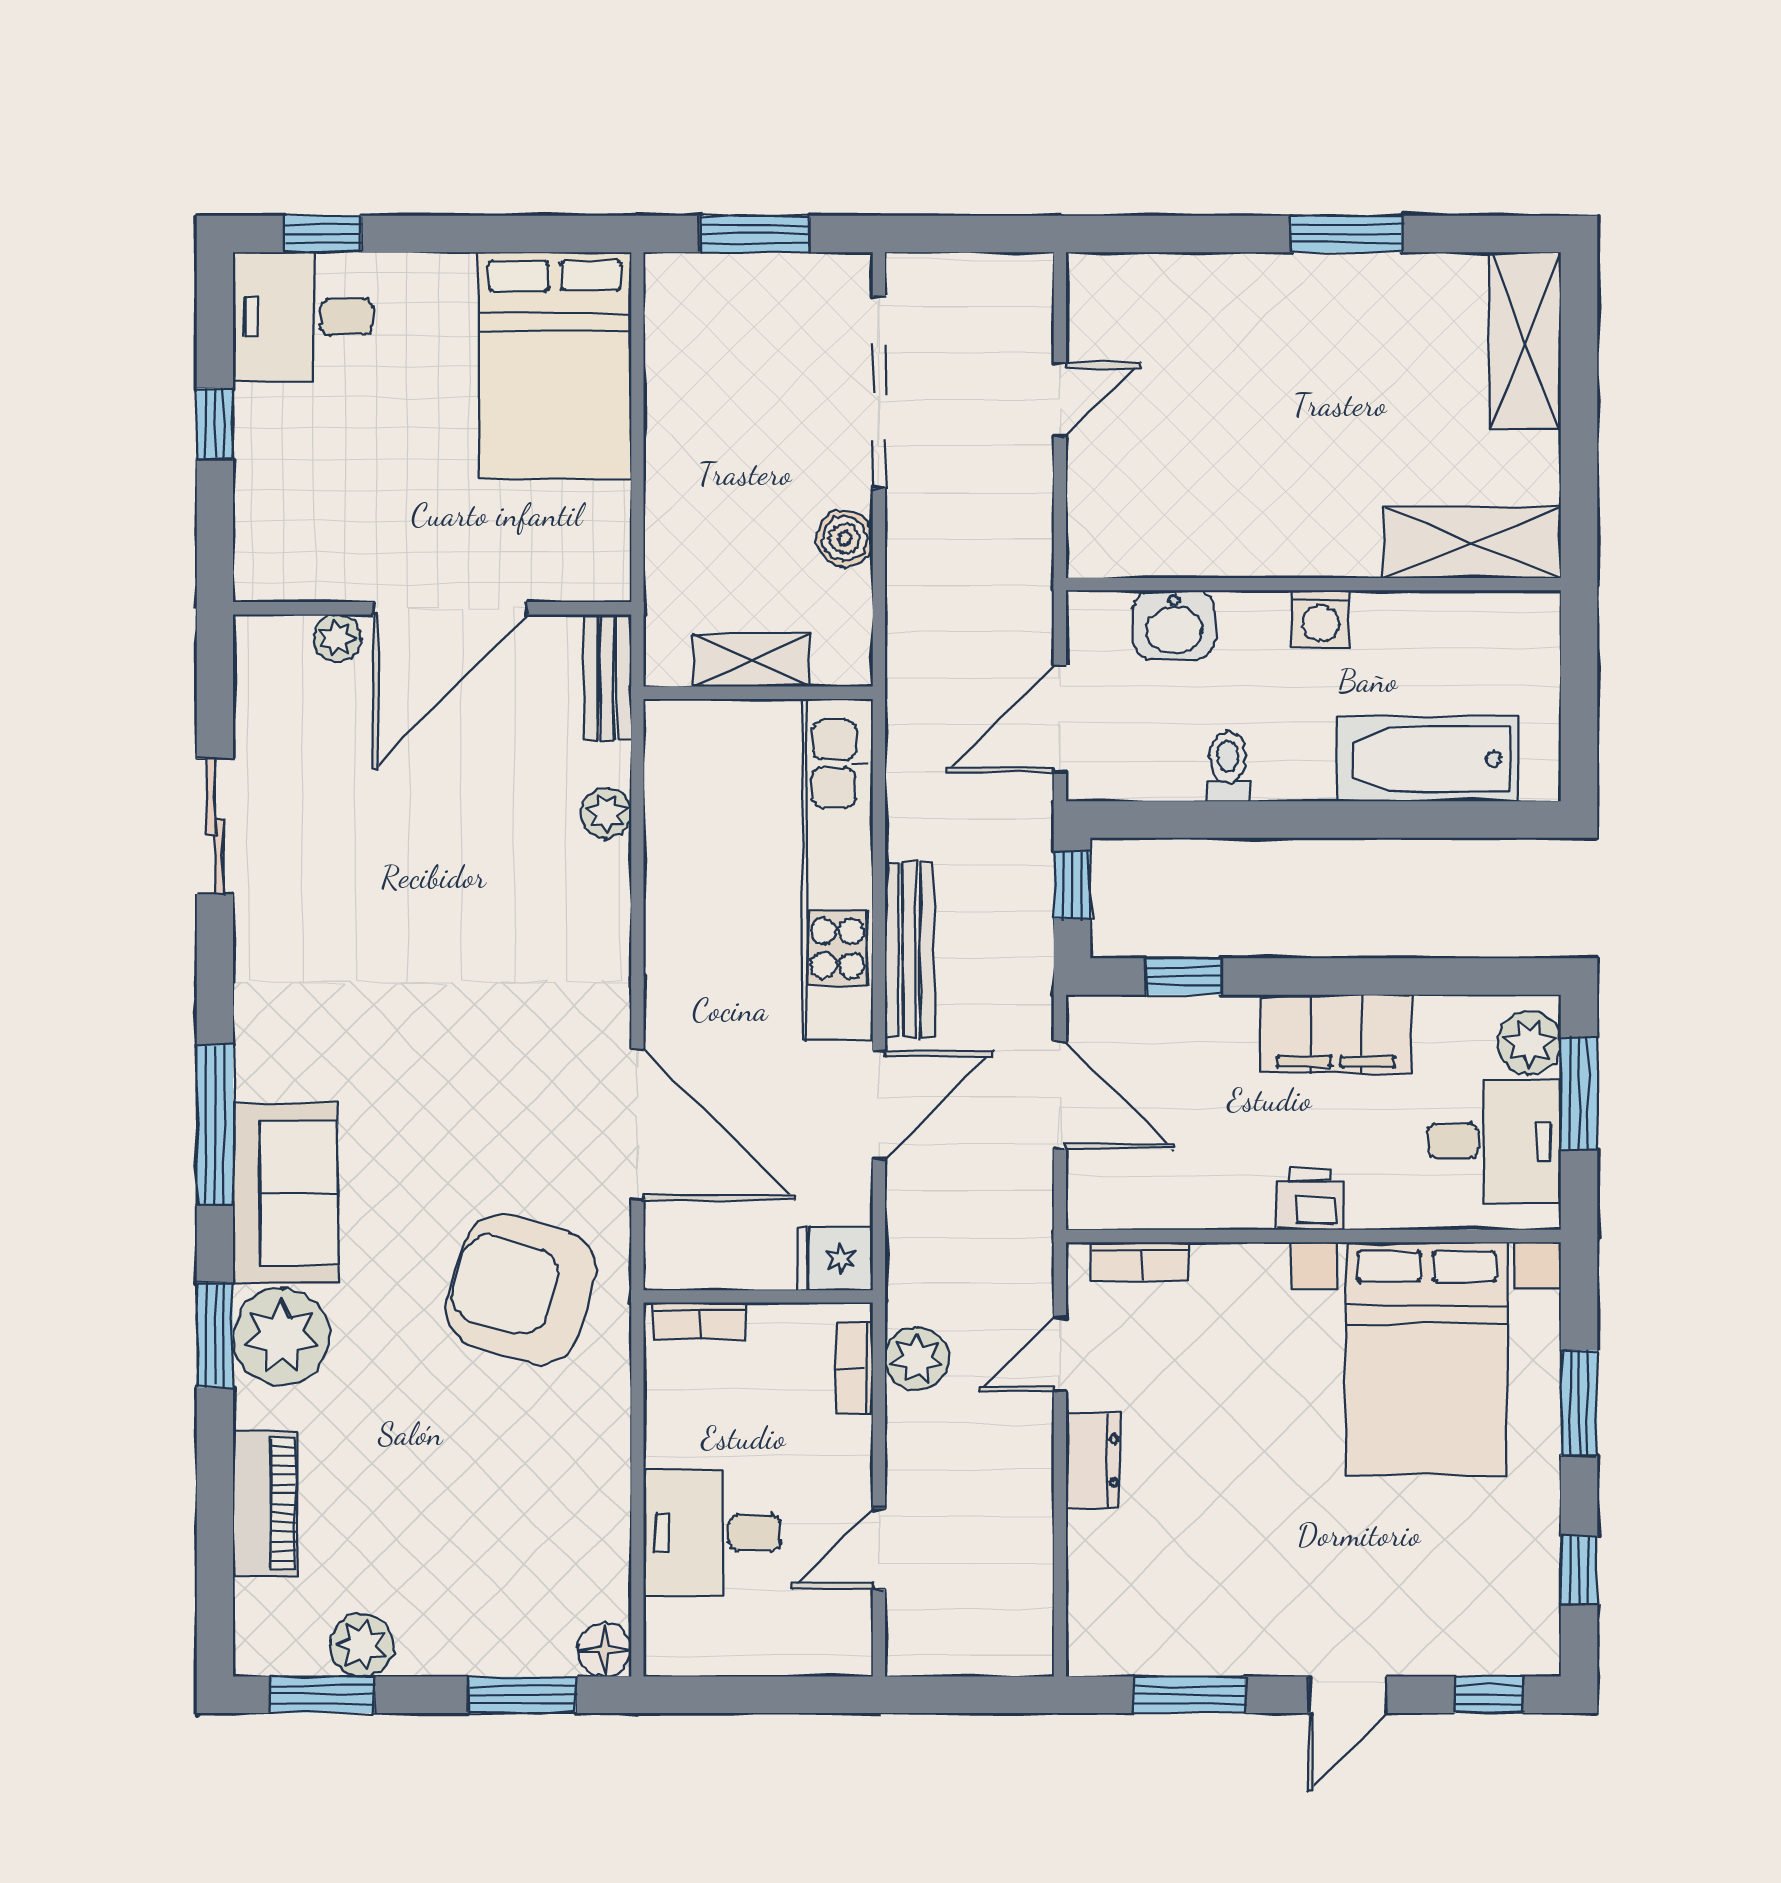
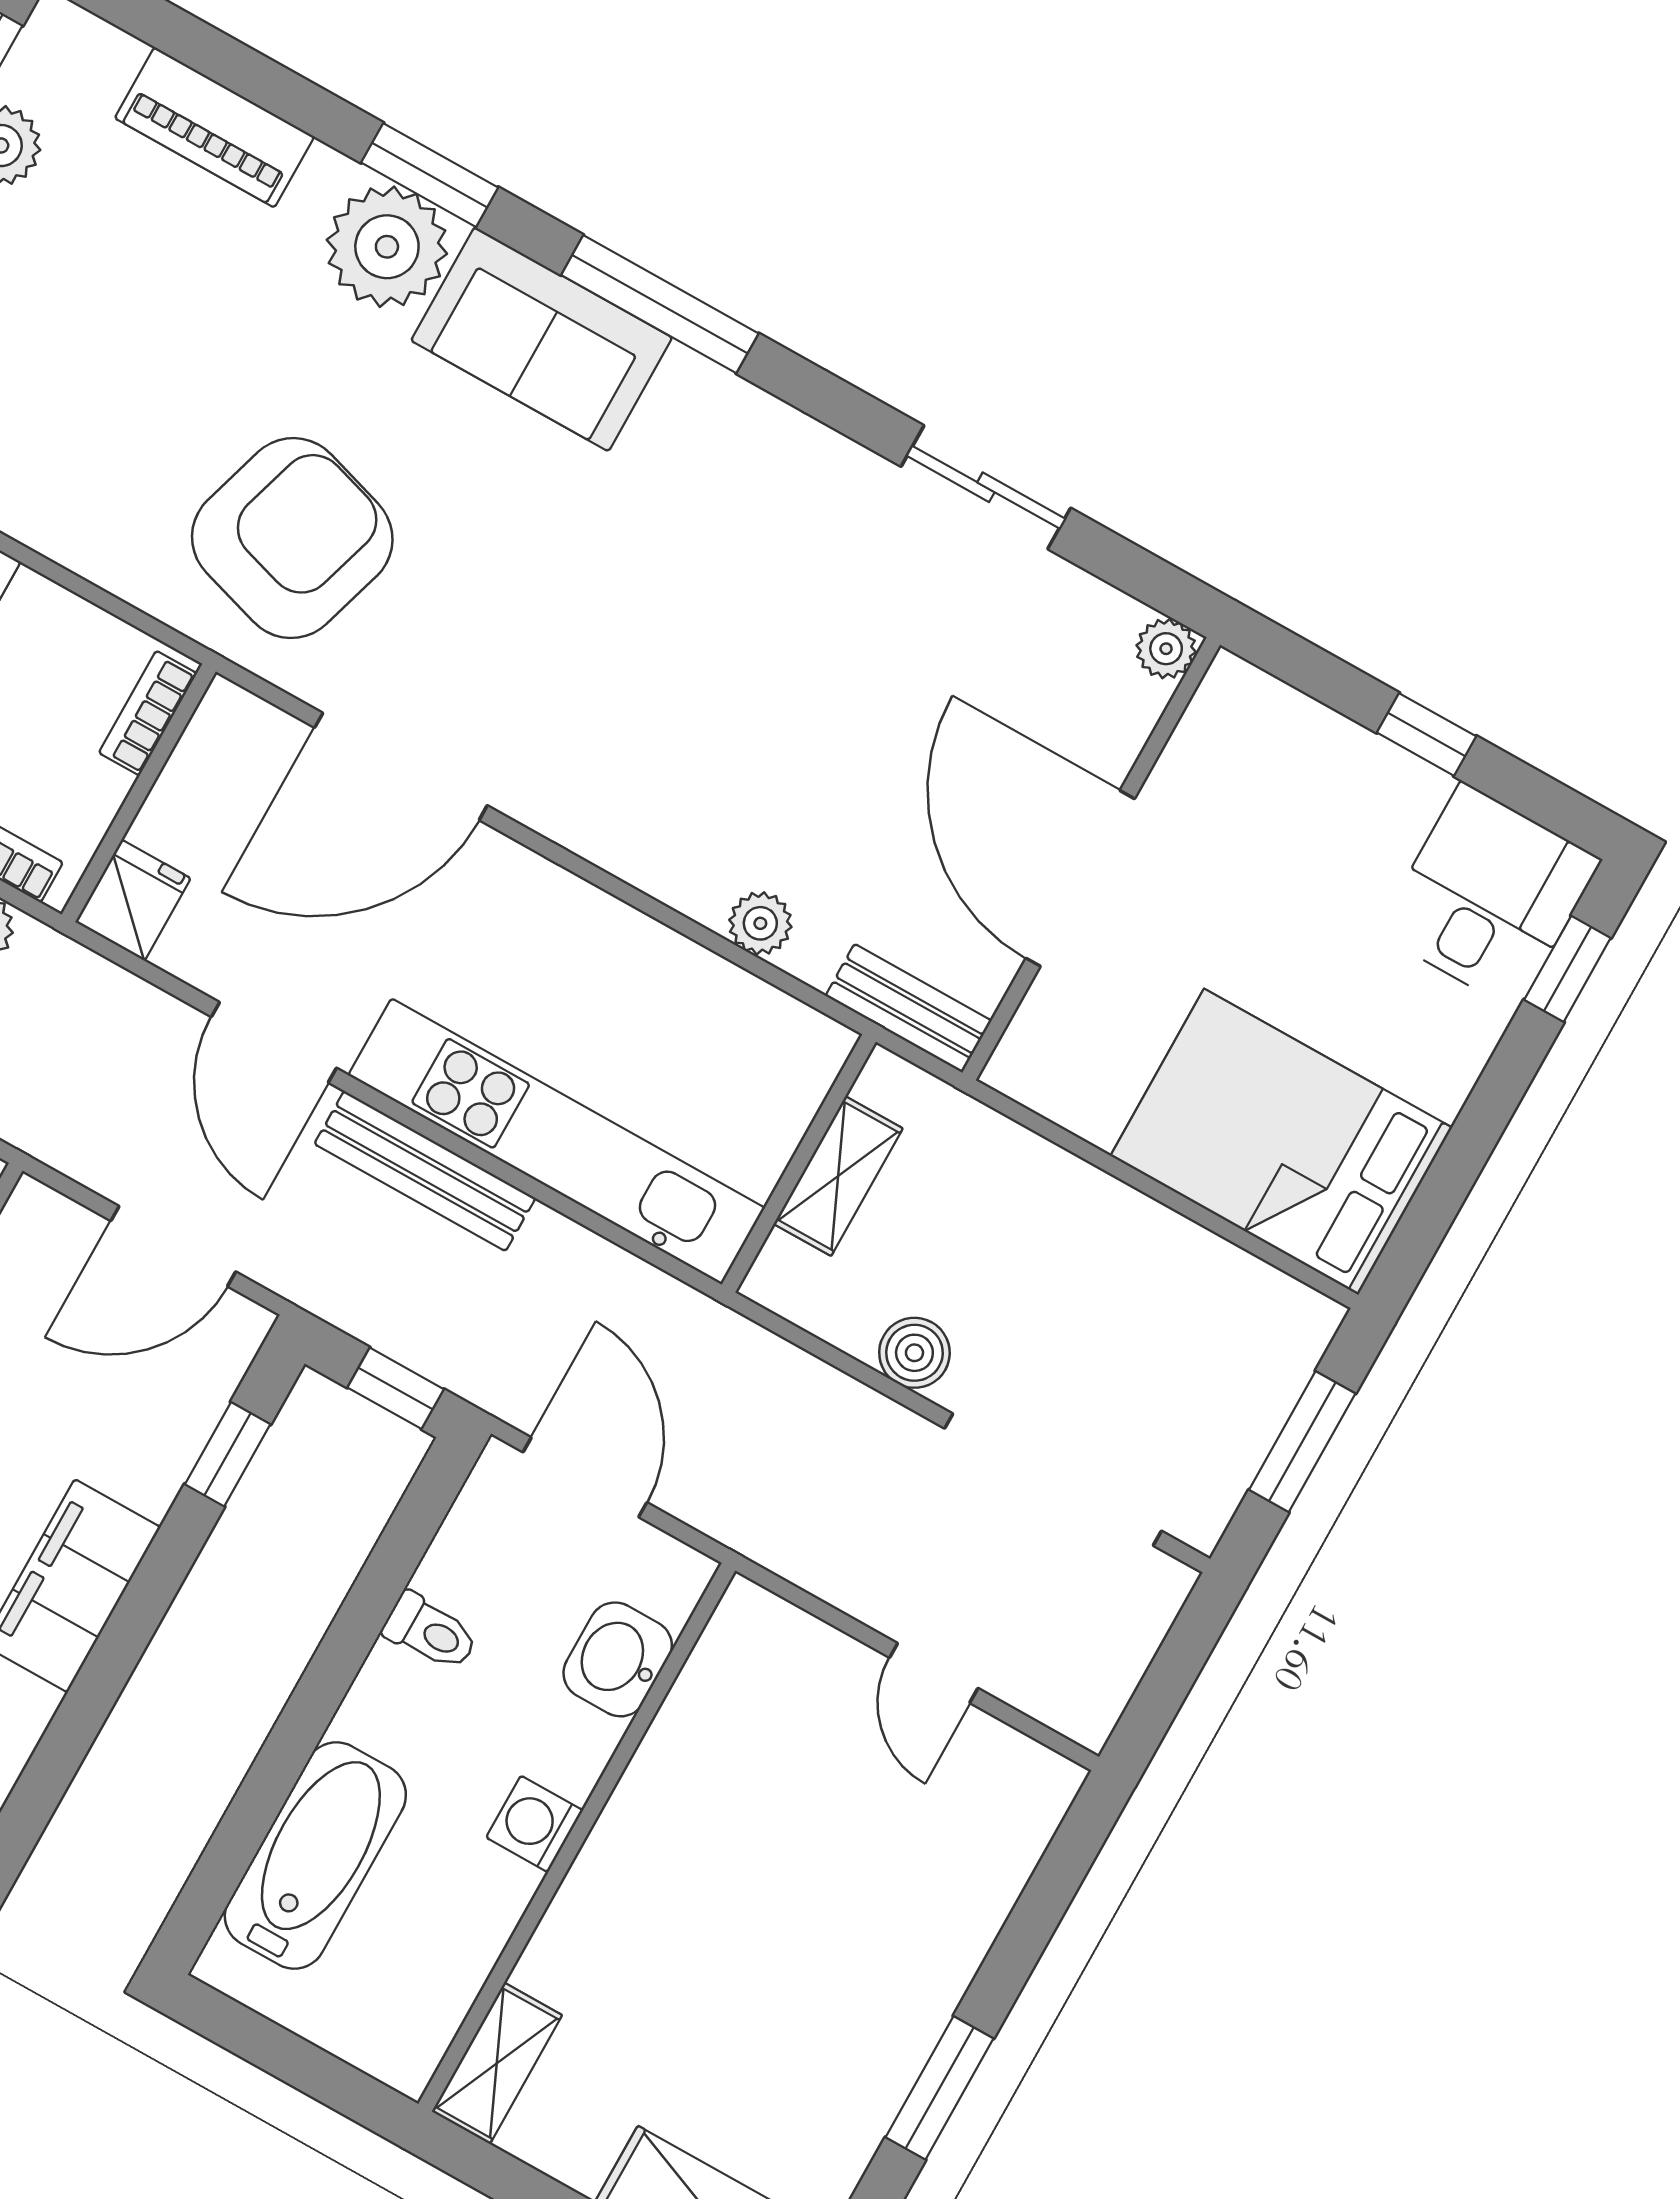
shelving: (1472, 543) -> (497, 2063), width x0.67, depth x0.75
plant: (337, 638) -> (1166, 649), moved

